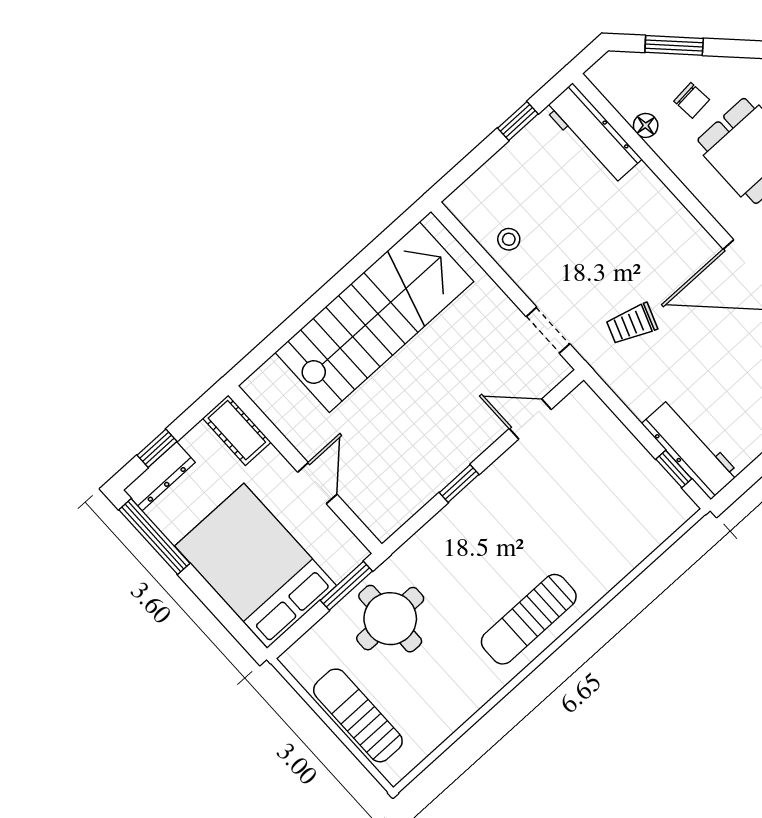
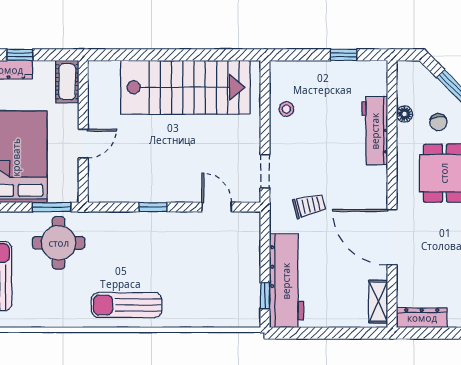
workbench: (593, 134) -> (375, 131), moved
trolley: (632, 324) -> (309, 206), turned 146
workbench: (691, 449) -> (286, 281), width x1.36, depth x1.32

